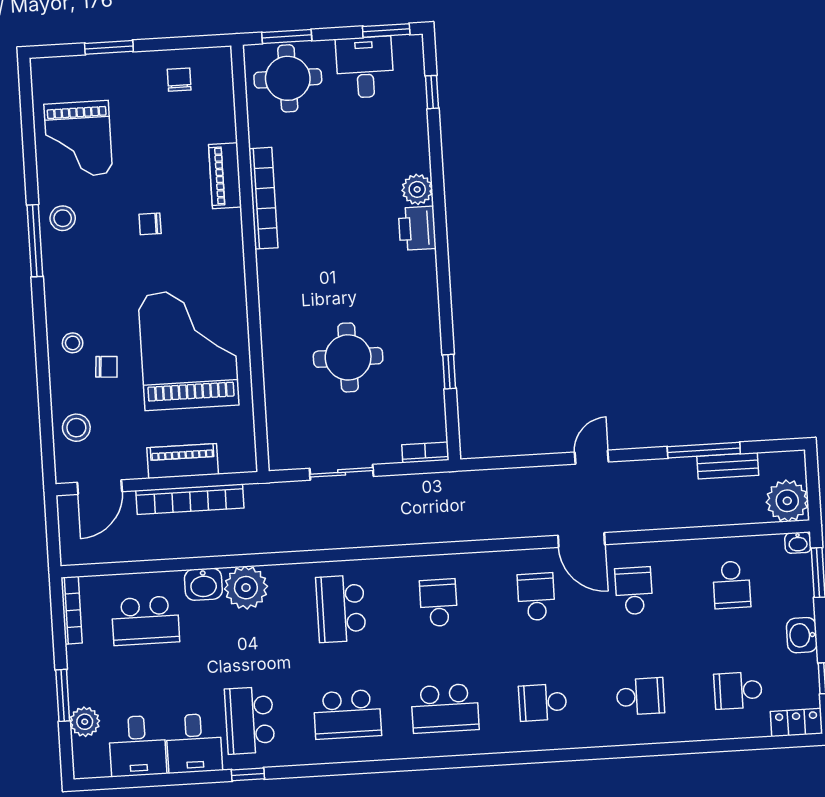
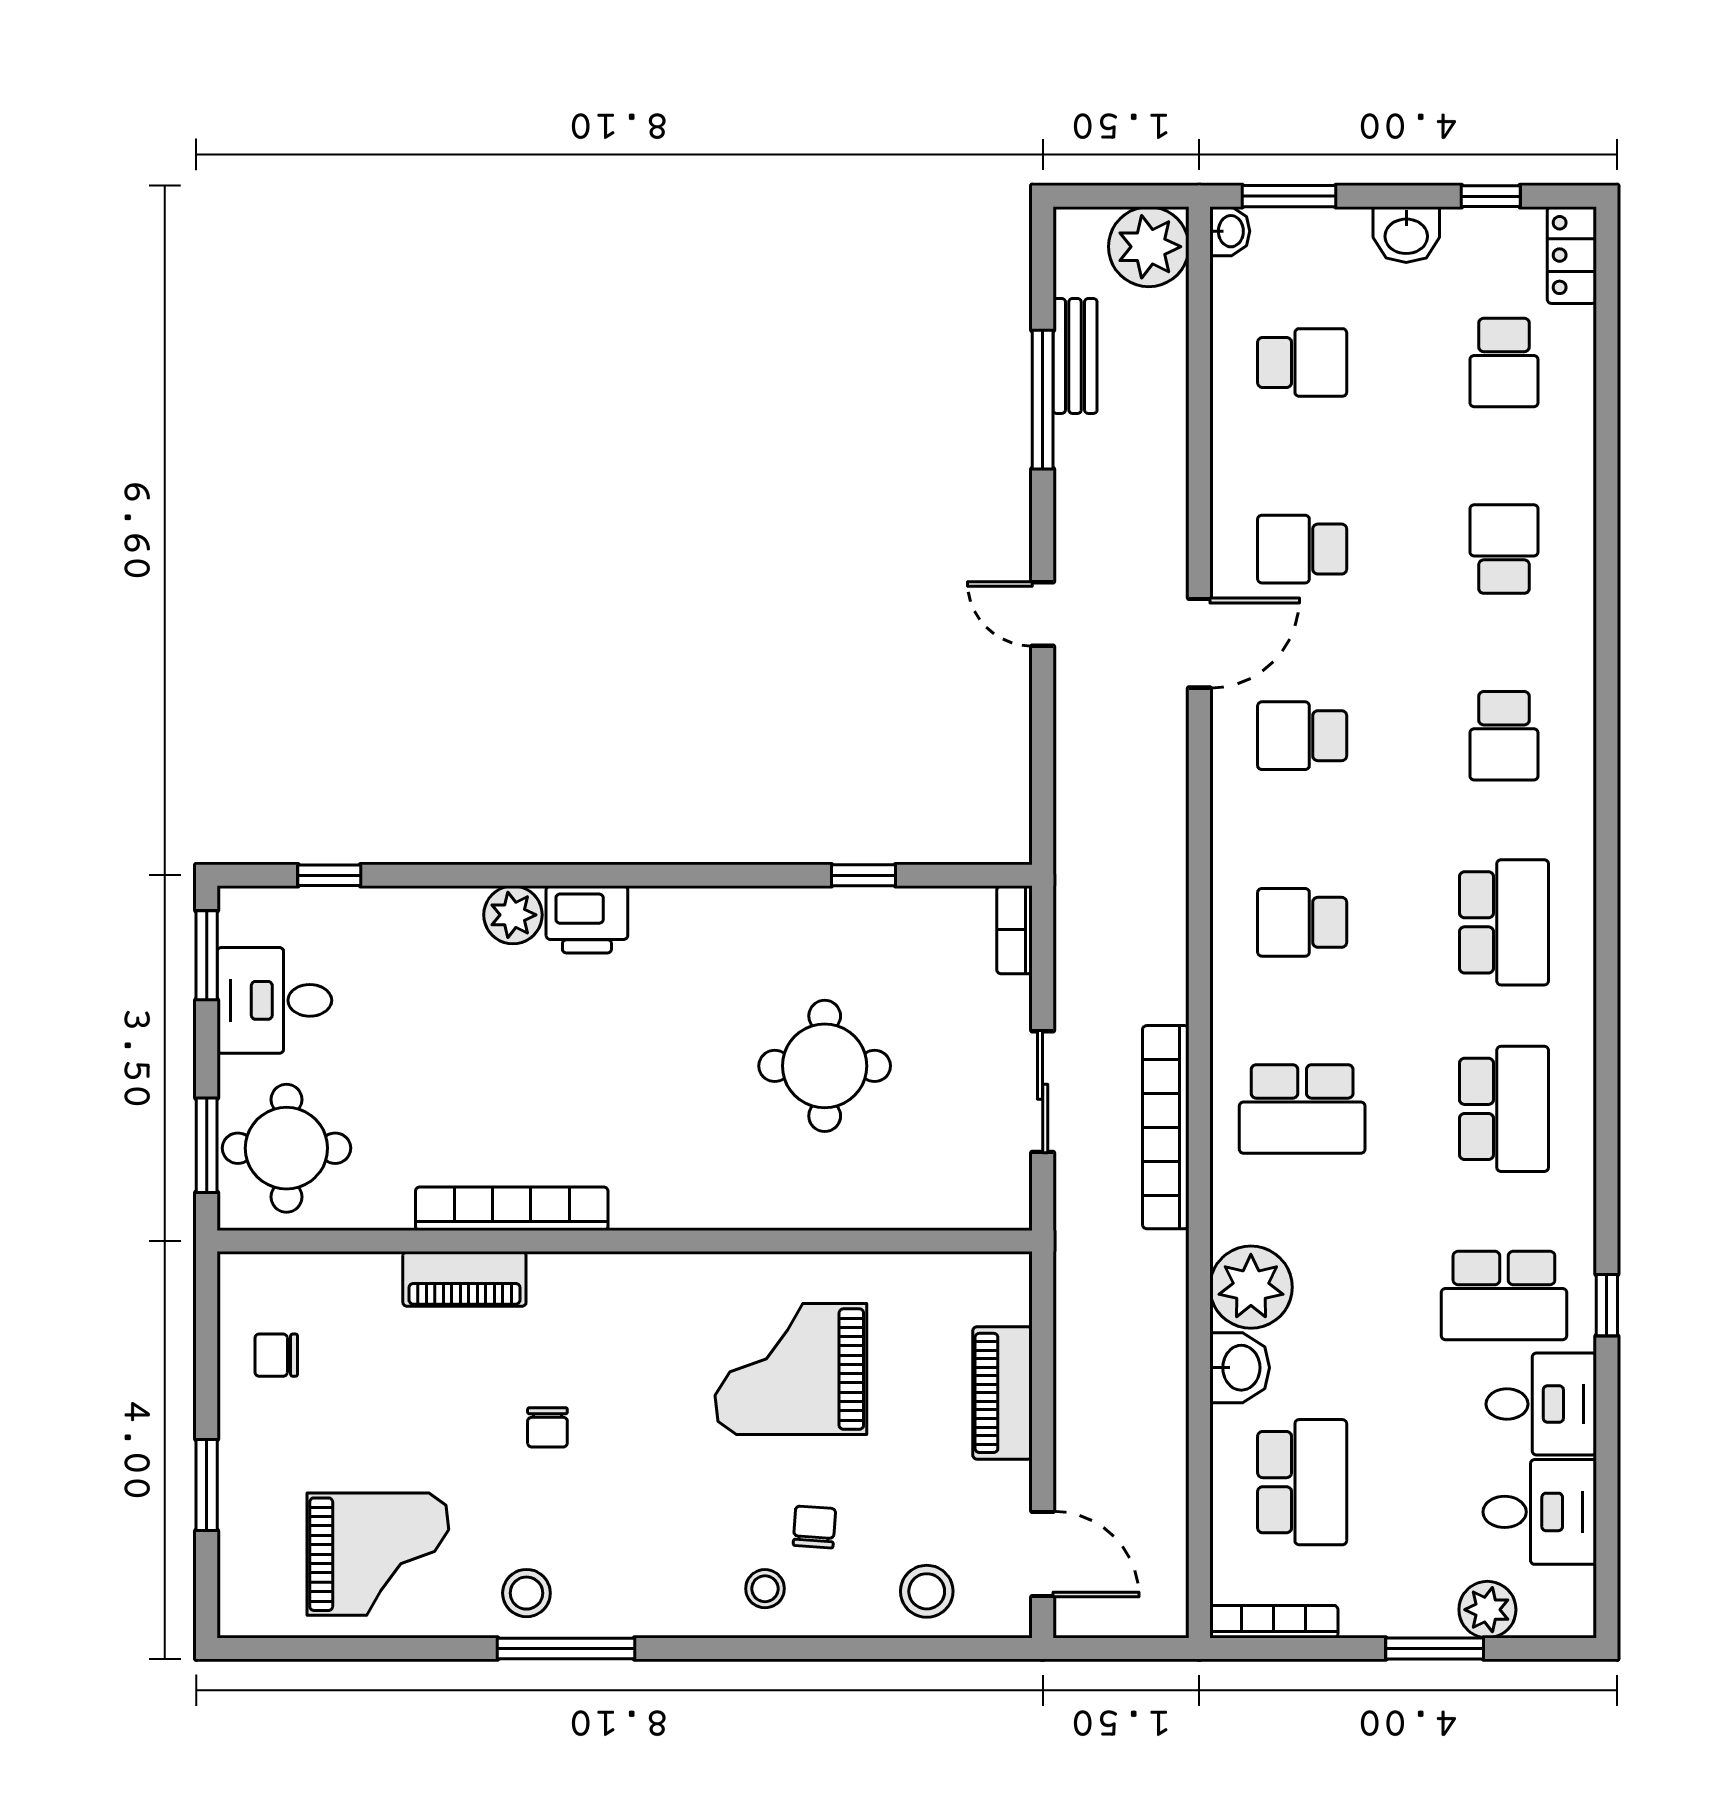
grand piano: (188, 349) -> (791, 1369), width x0.73, depth x0.68
bookcase: (190, 499) -> (1166, 1127), moved, turned 180

